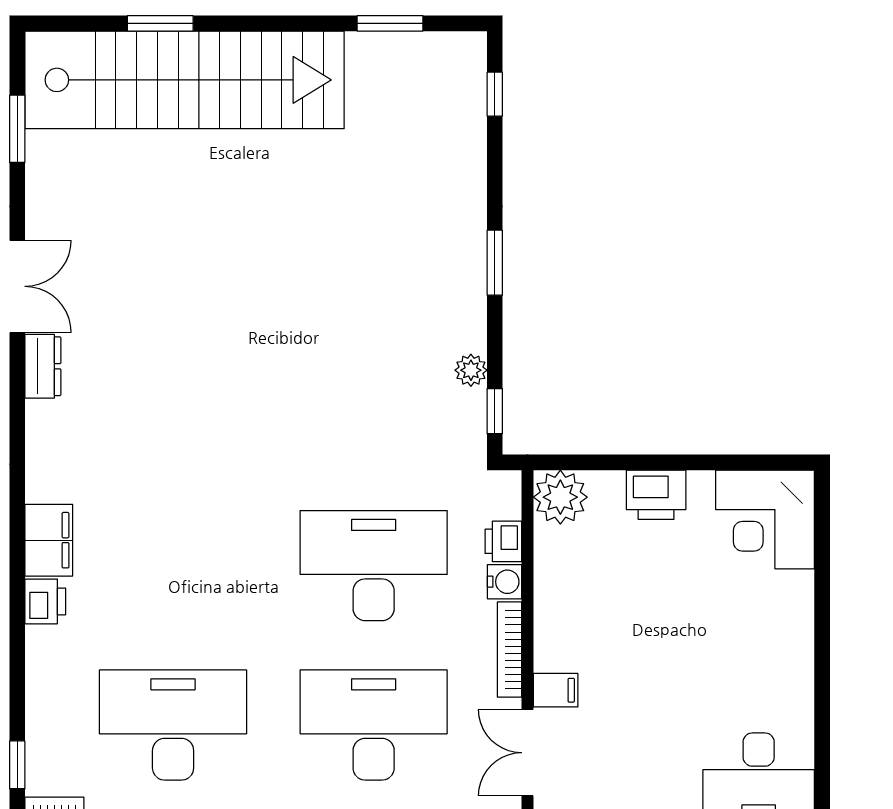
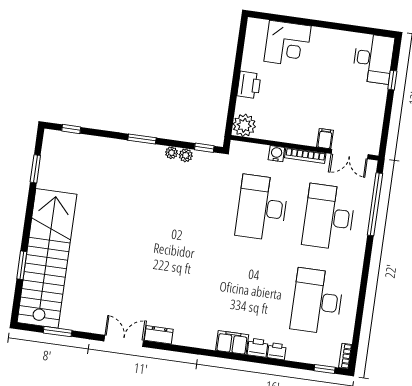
plant: (472, 336) -> (172, 153), added
corner desk: (765, 519) -> (287, 44), moved
printer: (503, 541) -> (277, 351), moved, turned 180

